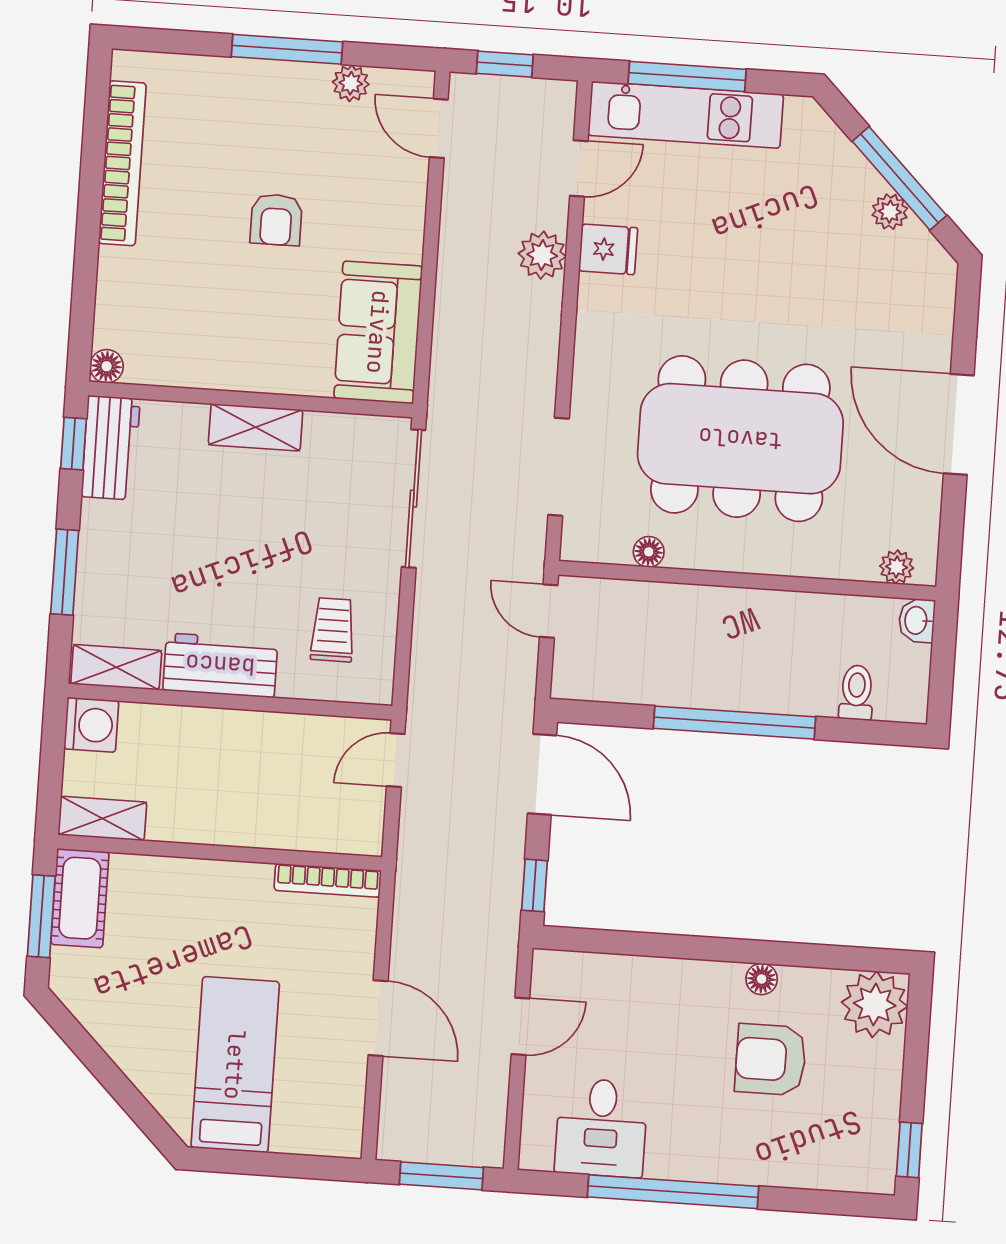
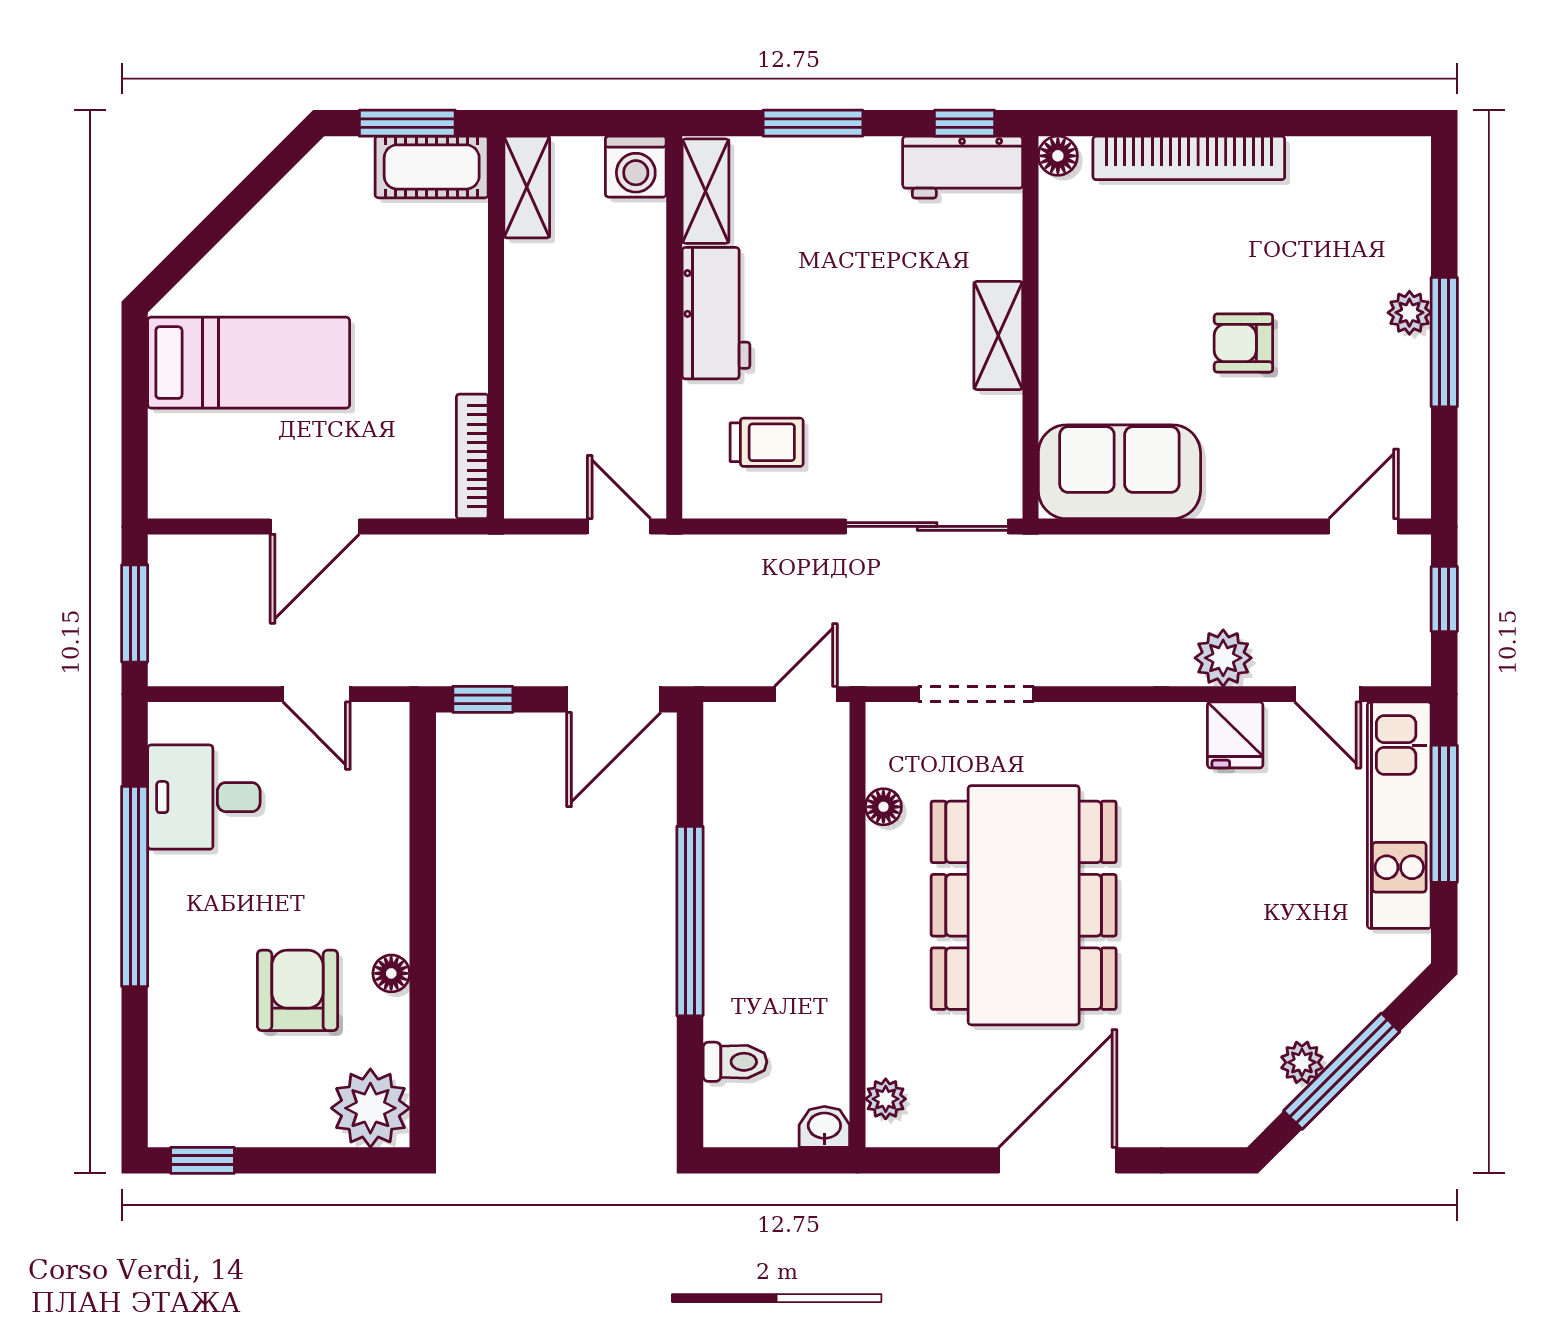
plant: (351, 83) -> (1409, 313), moved
bookcase: (122, 163) -> (1189, 158), moved

